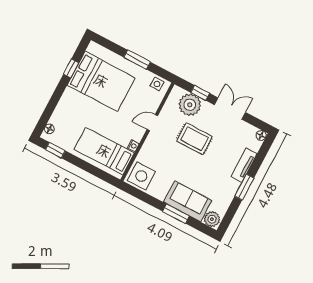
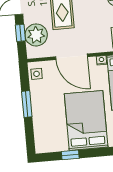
bed: (101, 81) -> (86, 120), moved
door: (152, 123) -> (72, 57), width x1.88

